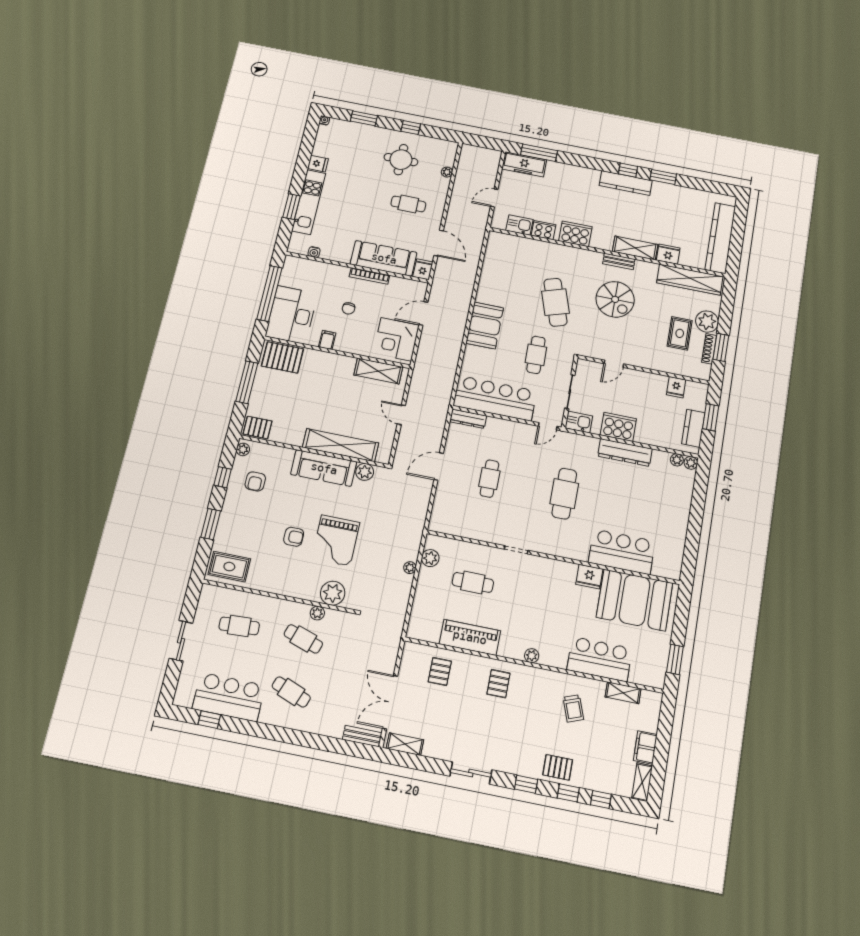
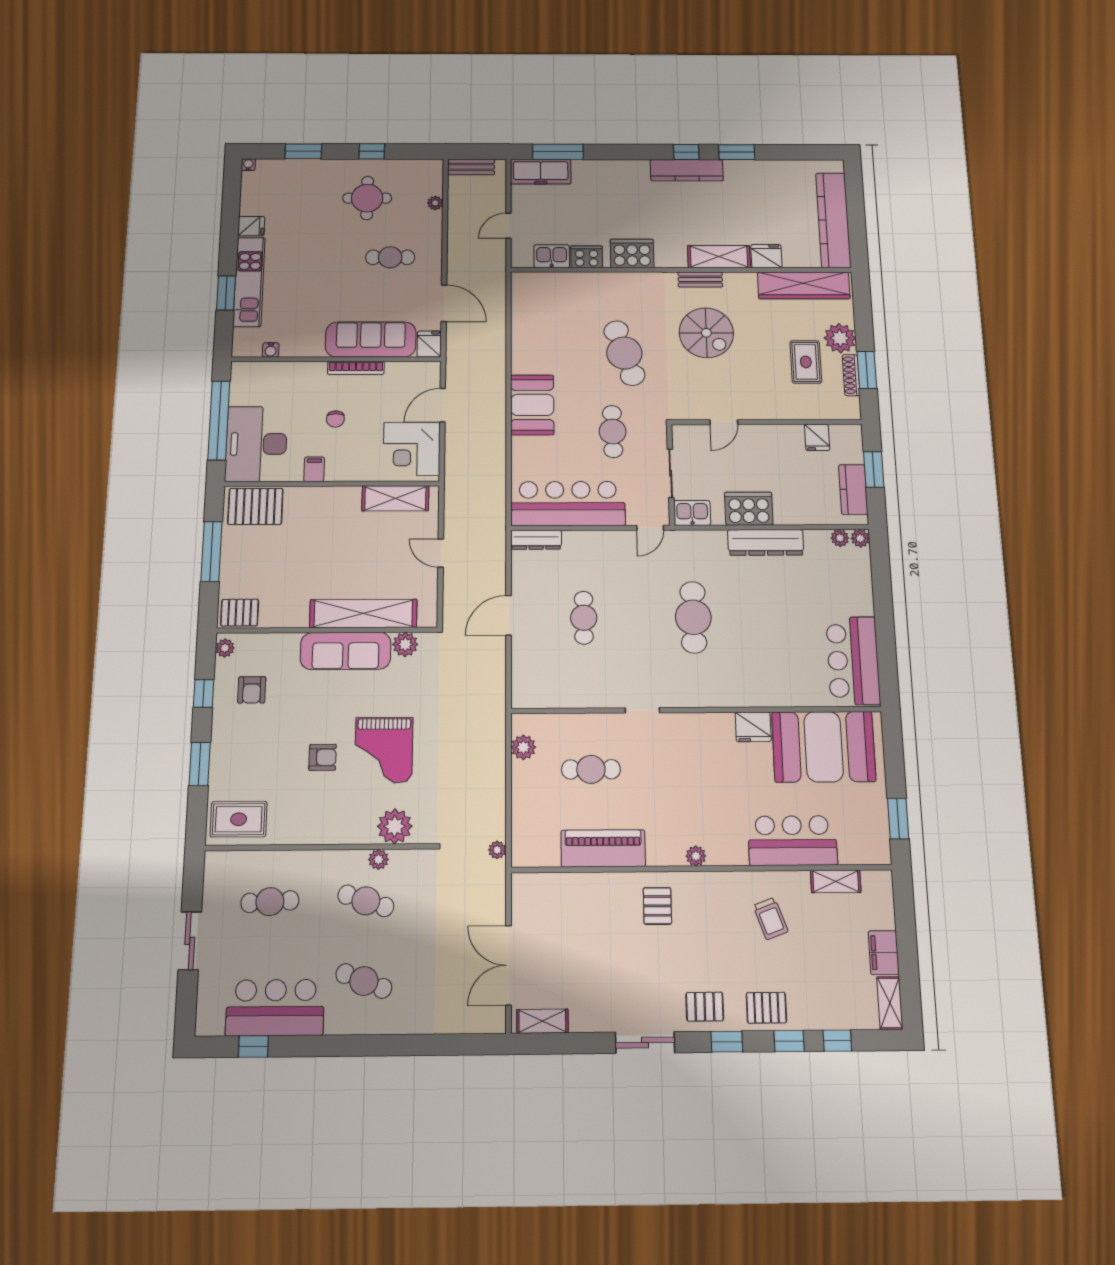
bar counter: (622, 552) -> (853, 661), moved, turned -90
plant: (410, 568) -> (497, 850), moved
pallet: (440, 671) -> (705, 1007), moved, turned 90
bench: (362, 736) -> (471, 167), moved

